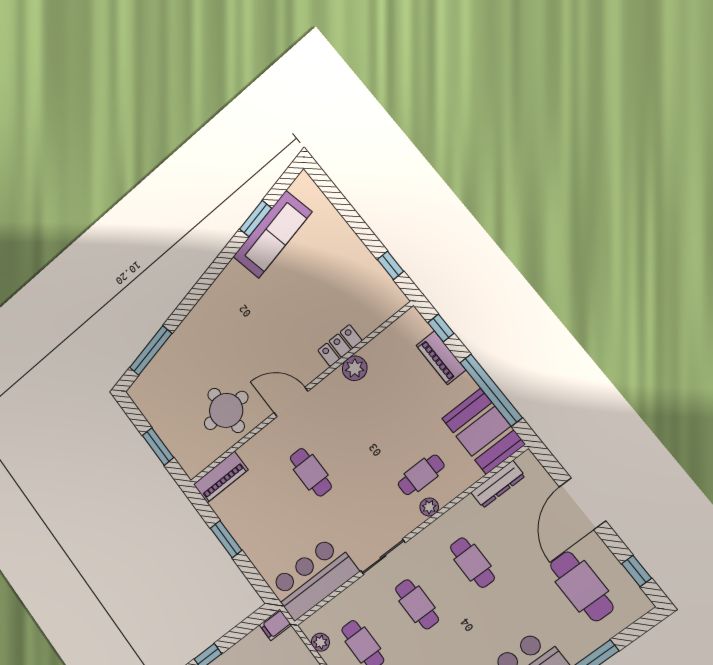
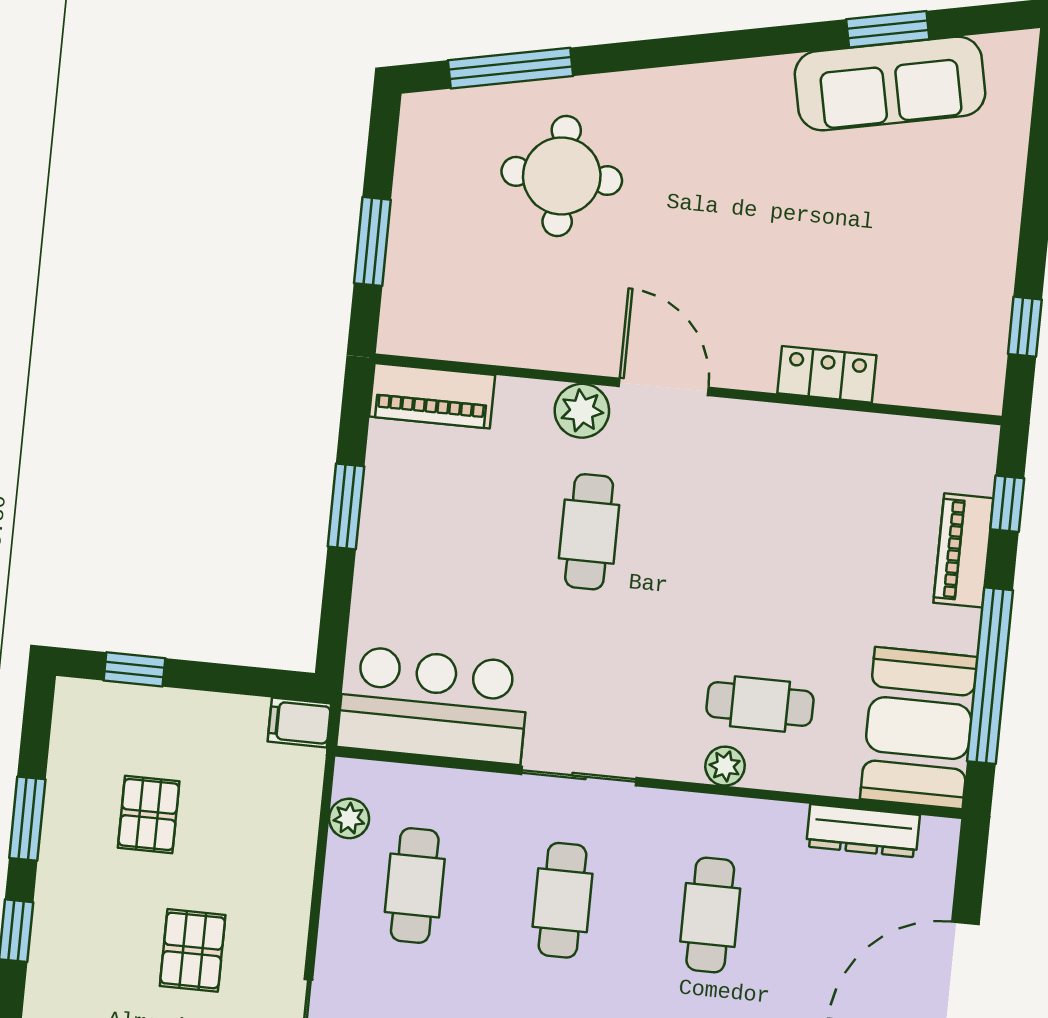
plant: (355, 368) -> (582, 411), moved
round table: (226, 410) -> (562, 176), moved

